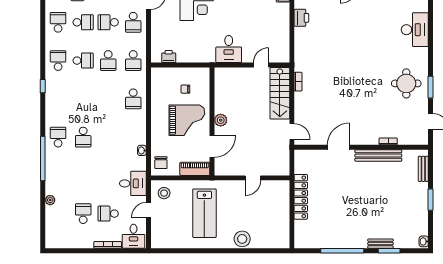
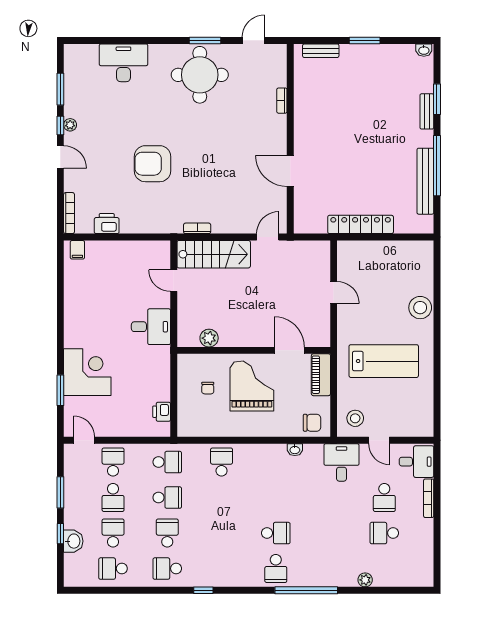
school desk: (133, 22) -> (113, 462), turned -90
armchair: (344, 50) -> (153, 164), added
round table: (406, 83) -> (200, 75), width x1.36, depth x1.36
school desk: (133, 99) -> (222, 462), turned -90
plant: (221, 120) -> (209, 338), moved
school desk: (58, 137) -> (276, 569), turned -90
bench: (378, 155) -> (425, 181), moved

